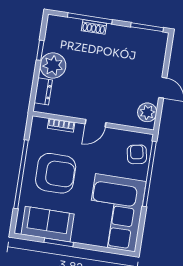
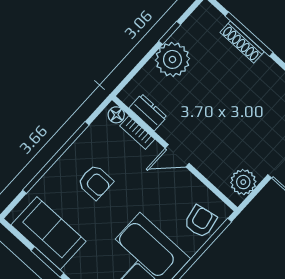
shoe rack: (94, 27) -> (242, 42), width x1.43
dresser: (43, 91) -> (148, 112), moved, turned -90
floor lamp: (41, 123) -> (116, 115), added
armchair: (56, 173) -> (95, 182), width x0.53, depth x0.53

